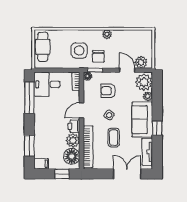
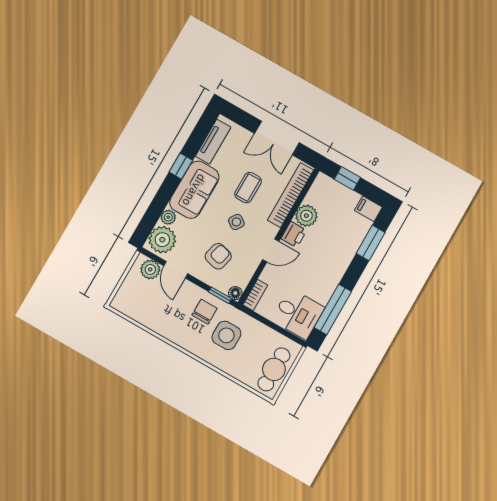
plant: (107, 34) -> (175, 336), removed
armchair: (108, 91) -> (218, 256), turned -76
floor lamp: (72, 156) -> (321, 195), removed
double door: (127, 174) -> (277, 138), moved

